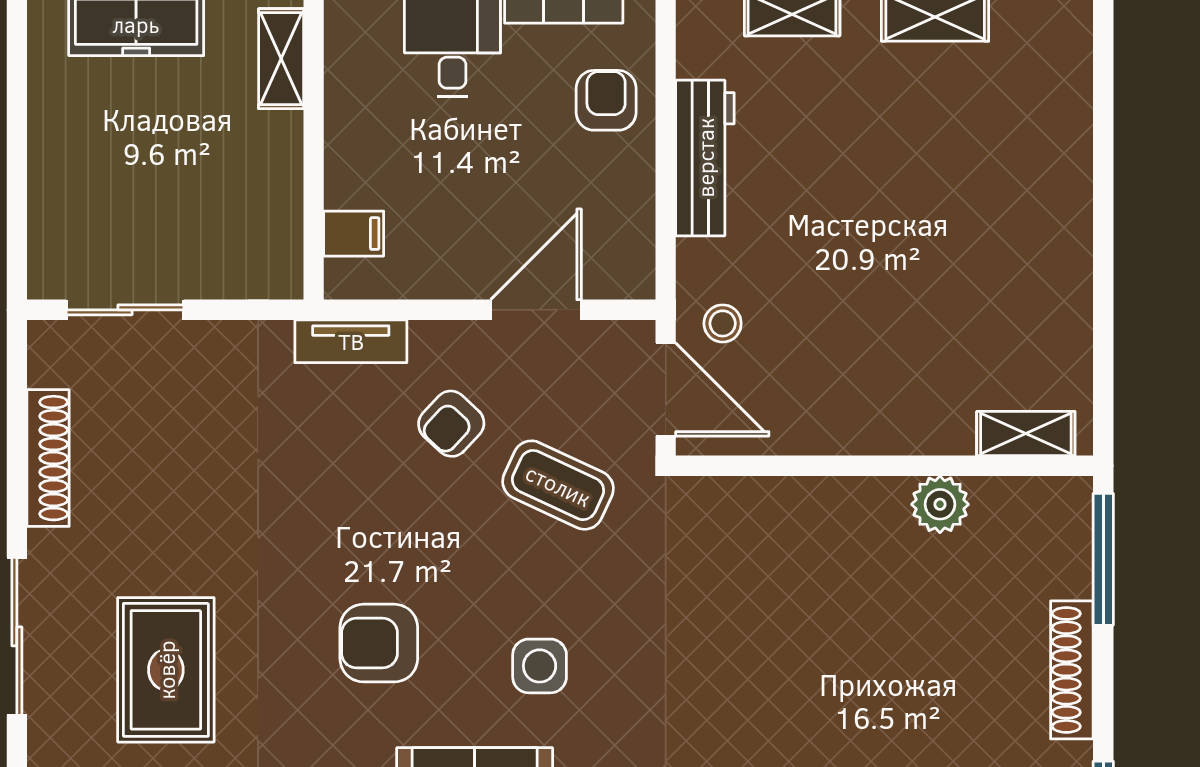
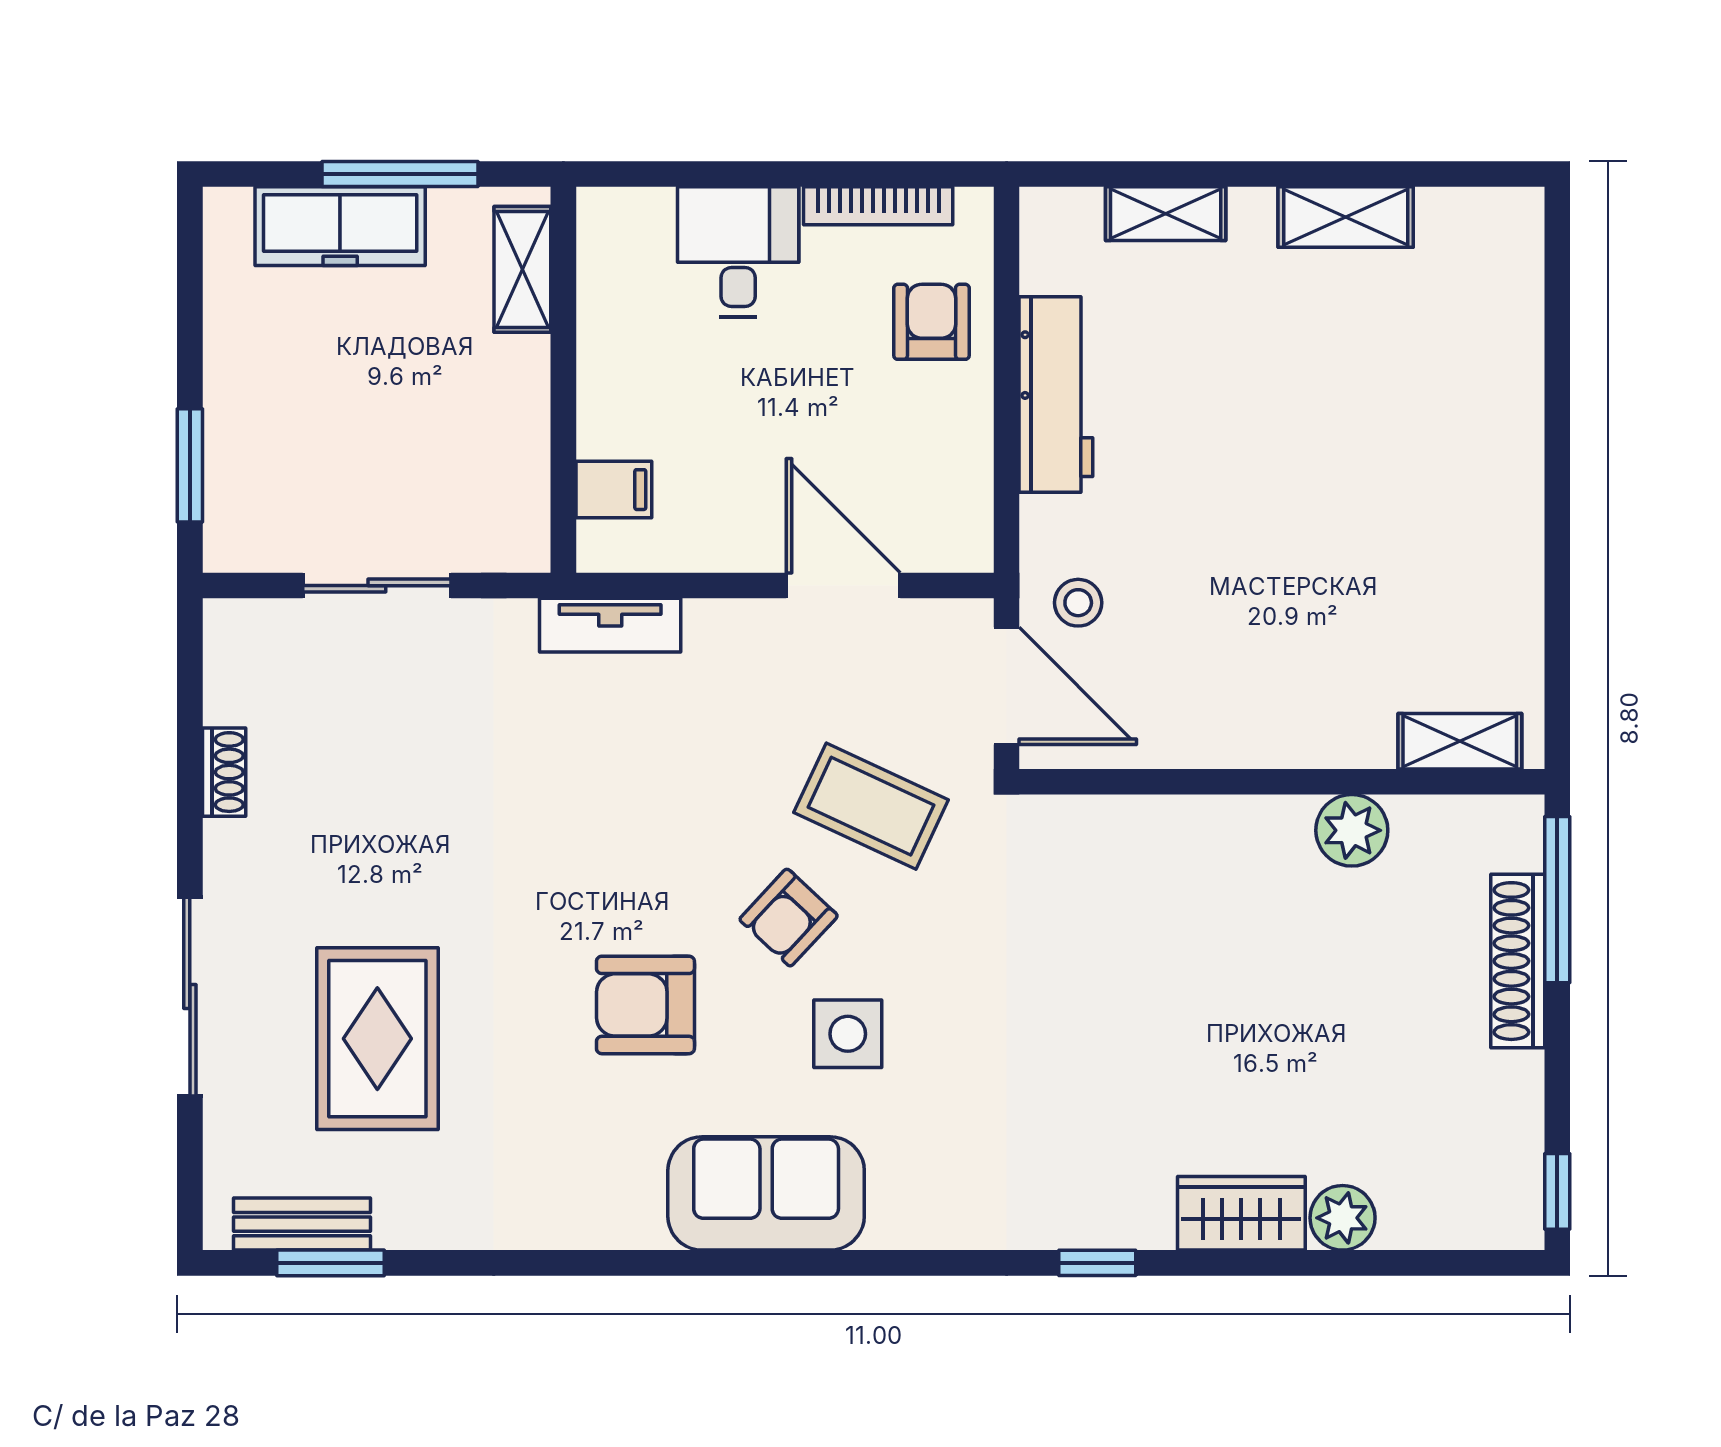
window: (17, 214) -> (190, 465), added
sliding door: (125, 310) -> (377, 586), moved
door: (536, 310) -> (843, 586), hinge flipped
armchair: (451, 424) -> (789, 918), moved
shoe rack: (48, 458) -> (224, 772), width x0.51, depth x0.81
shoe rack: (1072, 670) -> (1518, 961), moved

